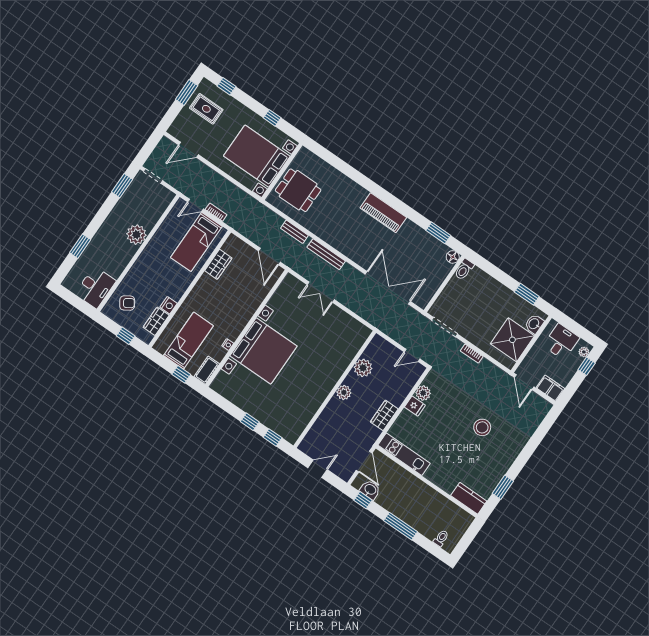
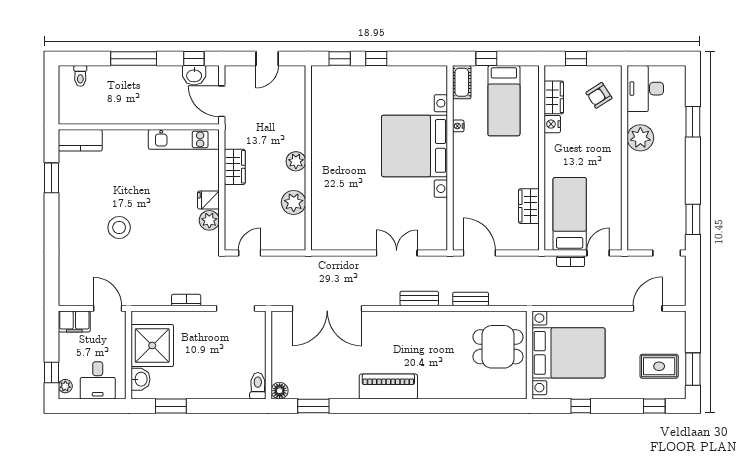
plant: (136, 235) -> (640, 138), moved
bench: (326, 254) -> (419, 298), width x0.73

